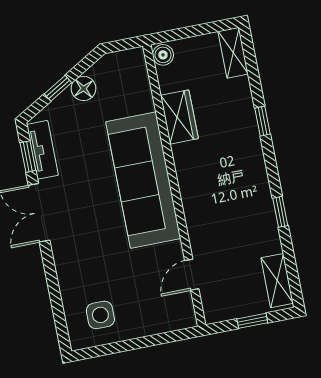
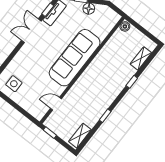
shelving: (233, 53) -> (141, 58), moved
wardrobe: (179, 117) -> (108, 51), removed
window: (252, 321) -> (50, 133), moved

